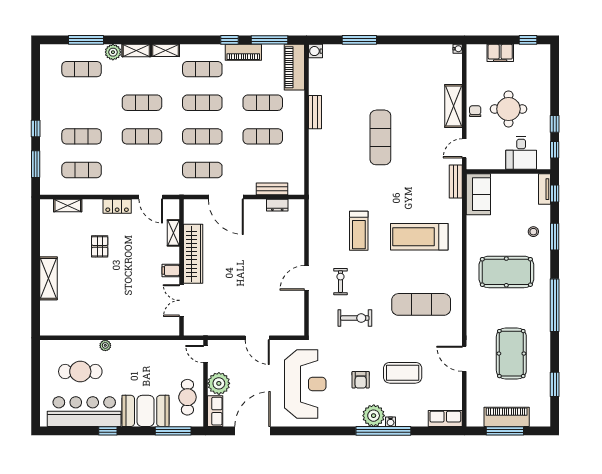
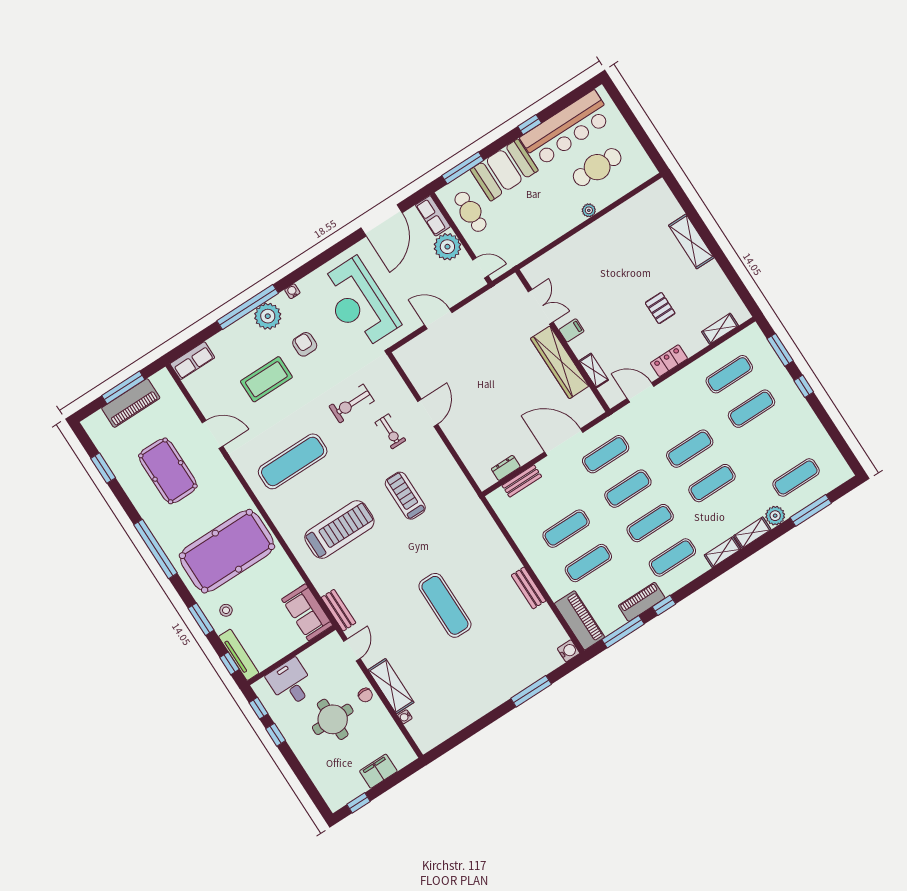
water cooler: (458, 49) -> (405, 717), moved
tv unit: (544, 189) -> (239, 655), width x1.41
pool table: (506, 272) -> (227, 551), width x1.36, depth x1.32
water cooler: (391, 422) -> (292, 291), moved

